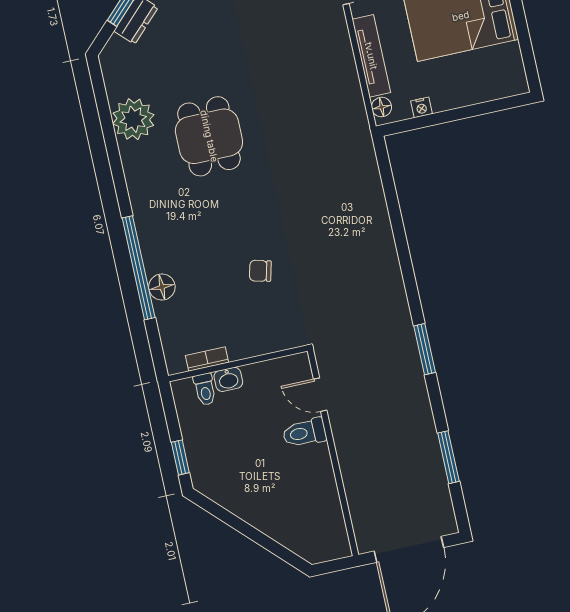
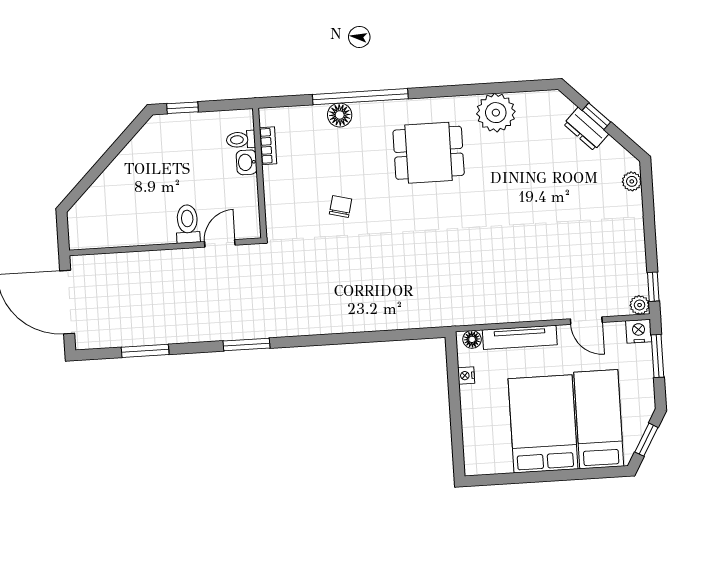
dining table: (209, 136) -> (429, 153), moved

